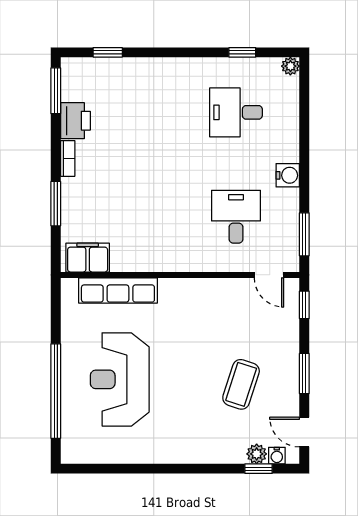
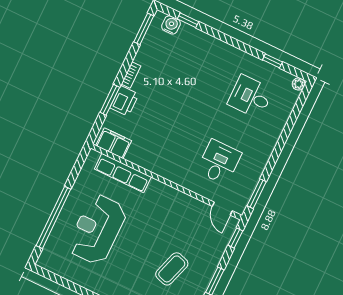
printer: (75, 121) -> (124, 101), moved
water cooler: (288, 175) -> (171, 25), moved, turned -90

